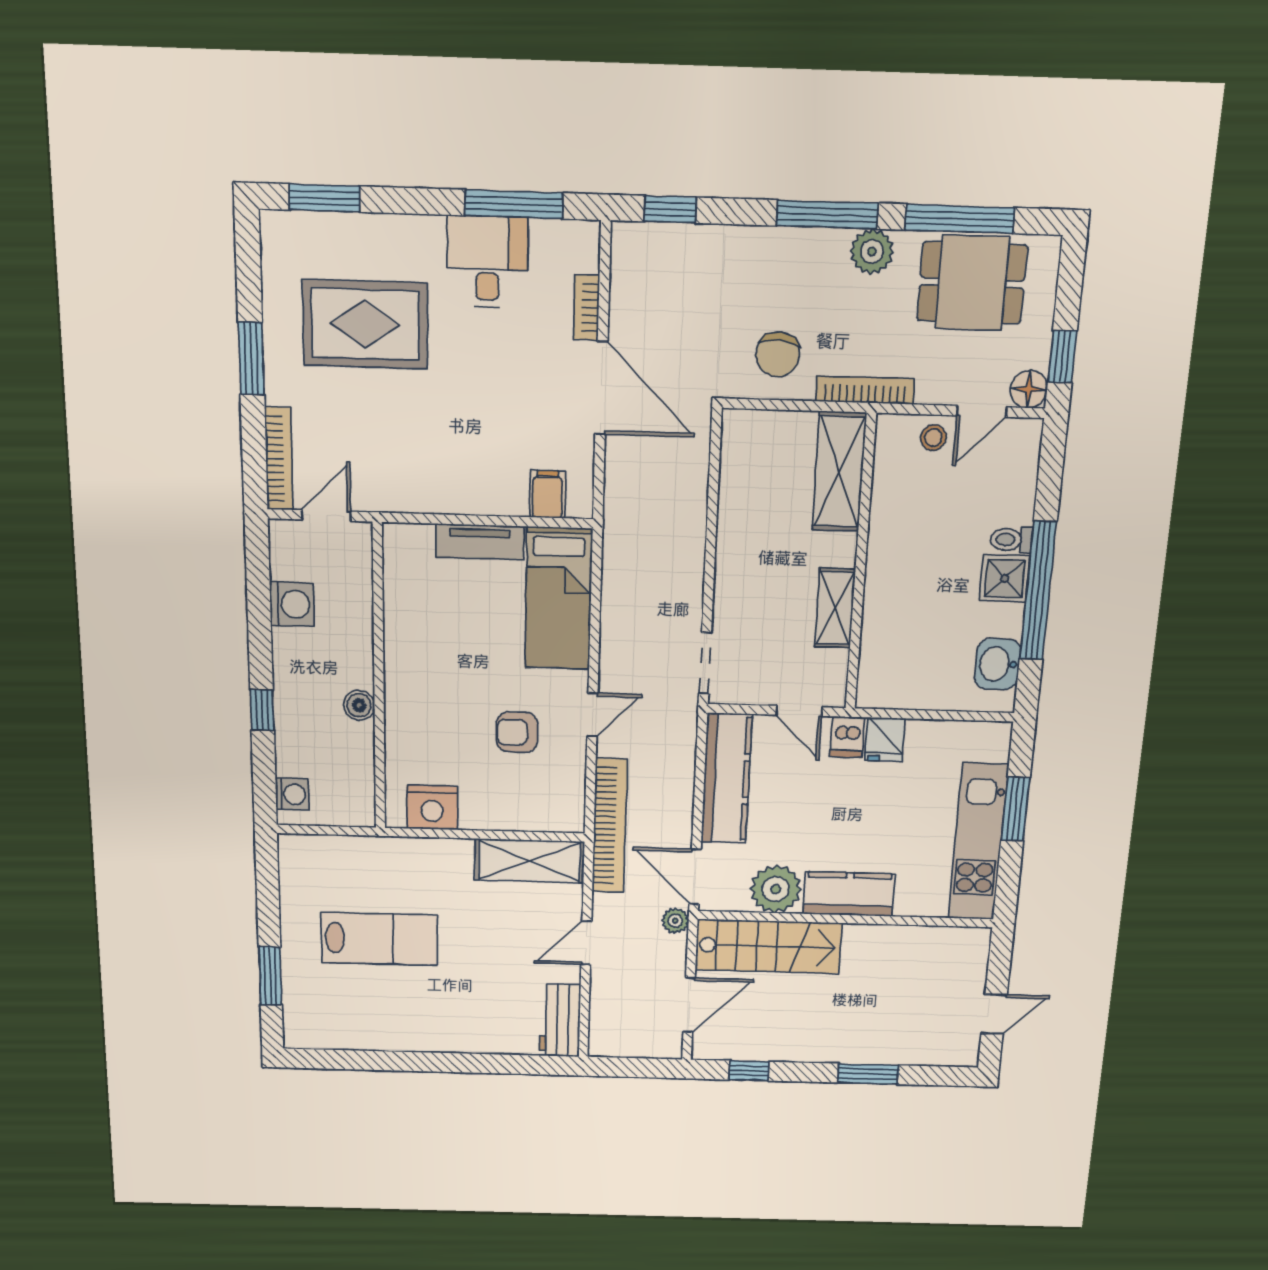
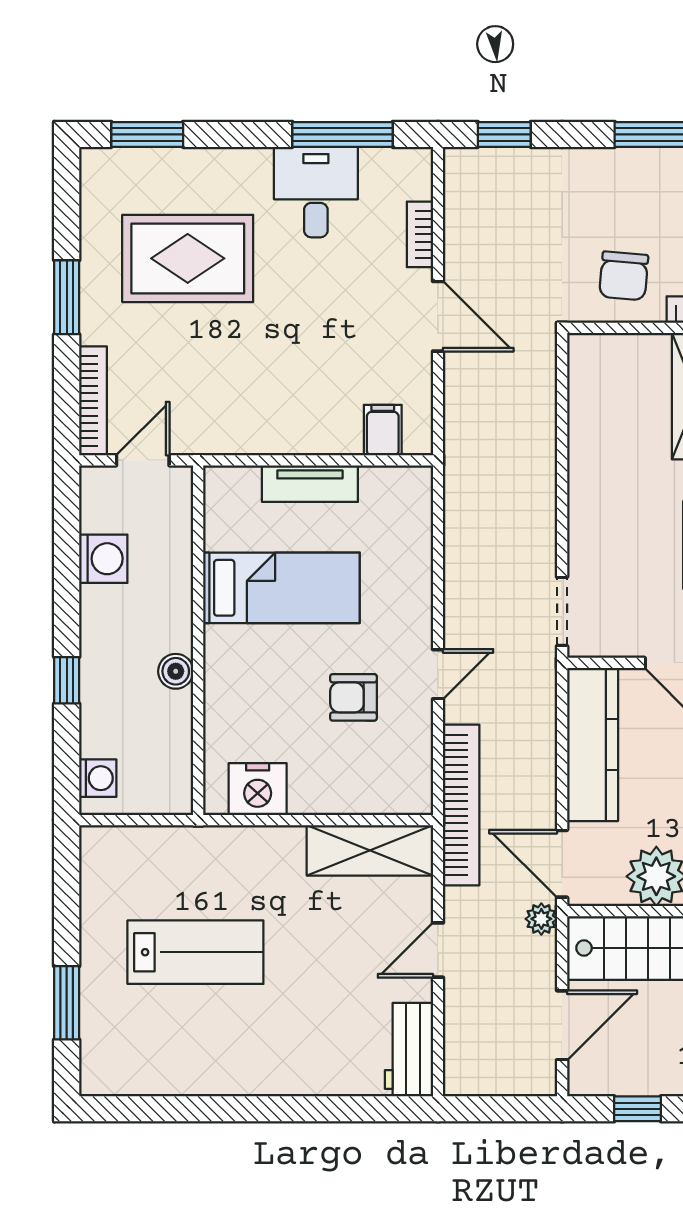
door: (601, 388) -> (438, 316), width x0.73
bed: (558, 598) -> (281, 588), moved, turned -90

